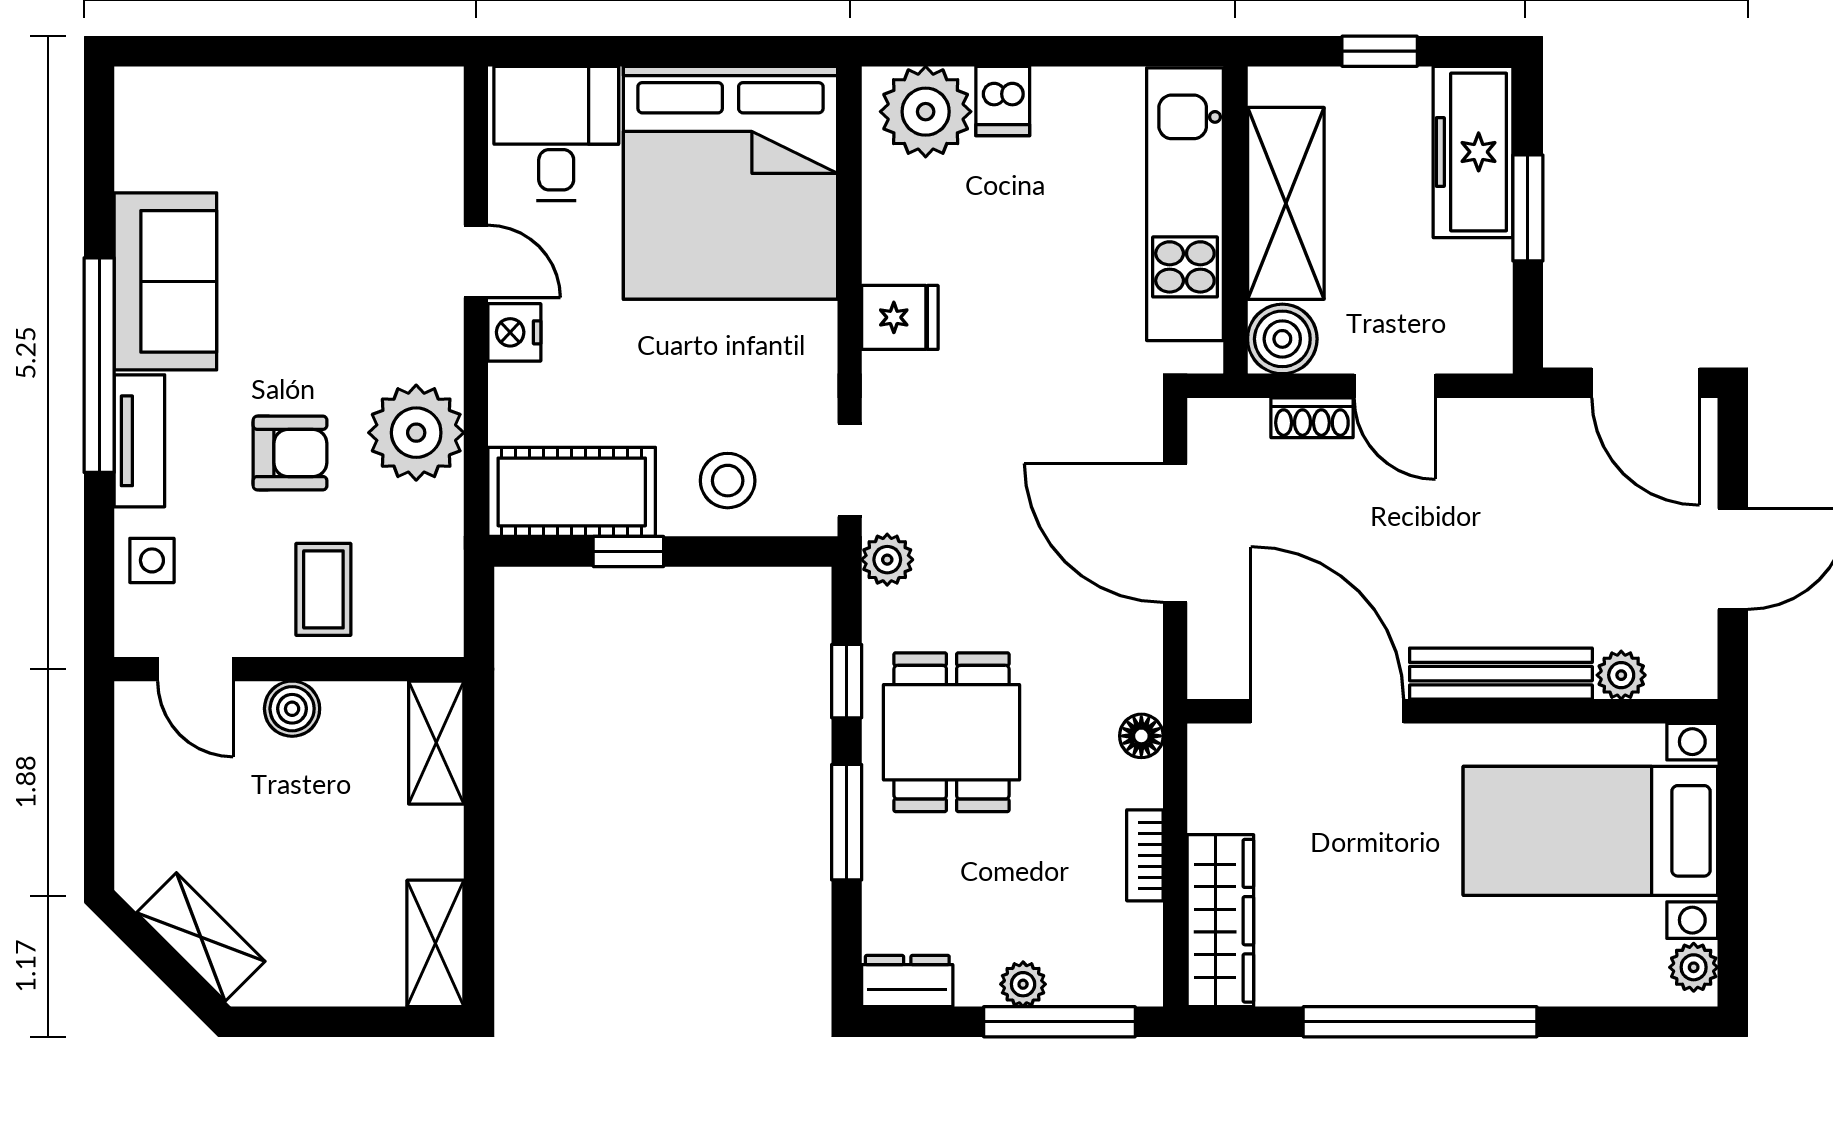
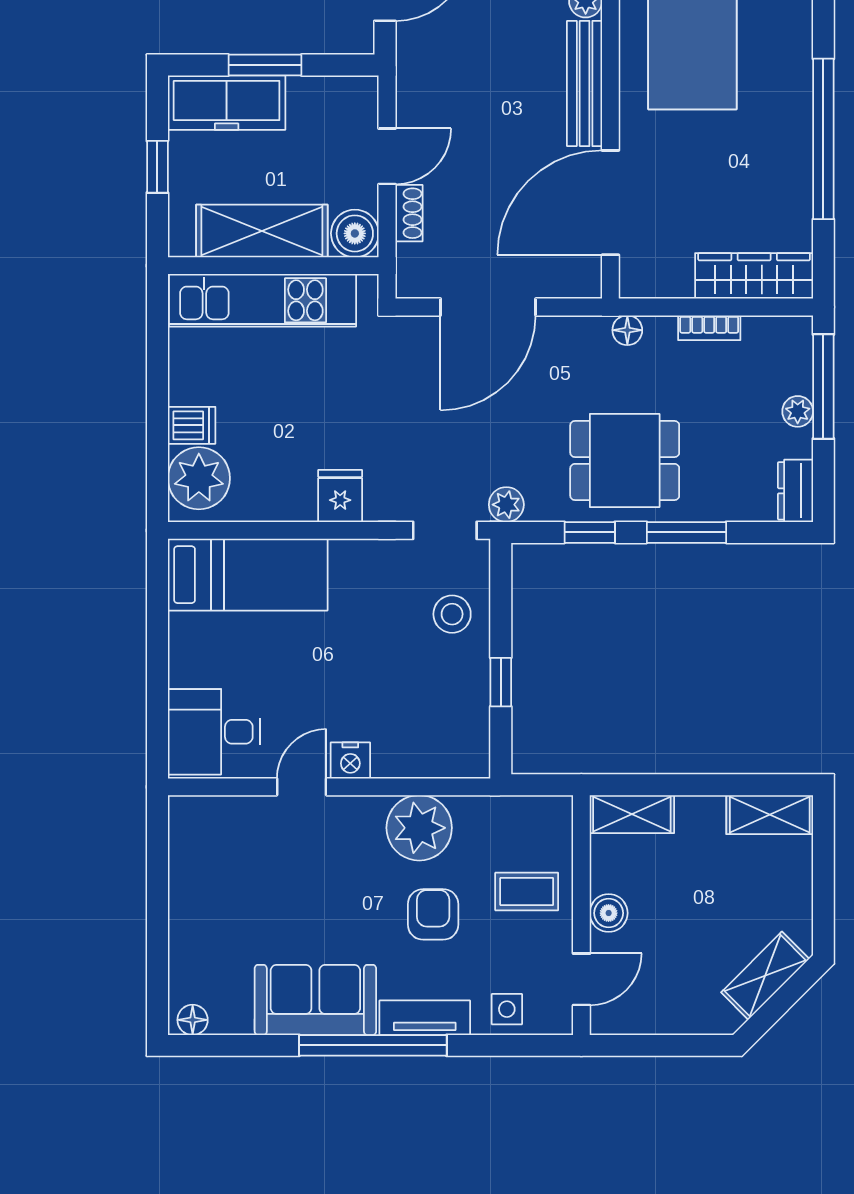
floor lamp: (136, 102) -> (193, 1020), added
bed: (730, 183) -> (248, 575), width x0.49
cot: (572, 492) -> (460, 721), removed

